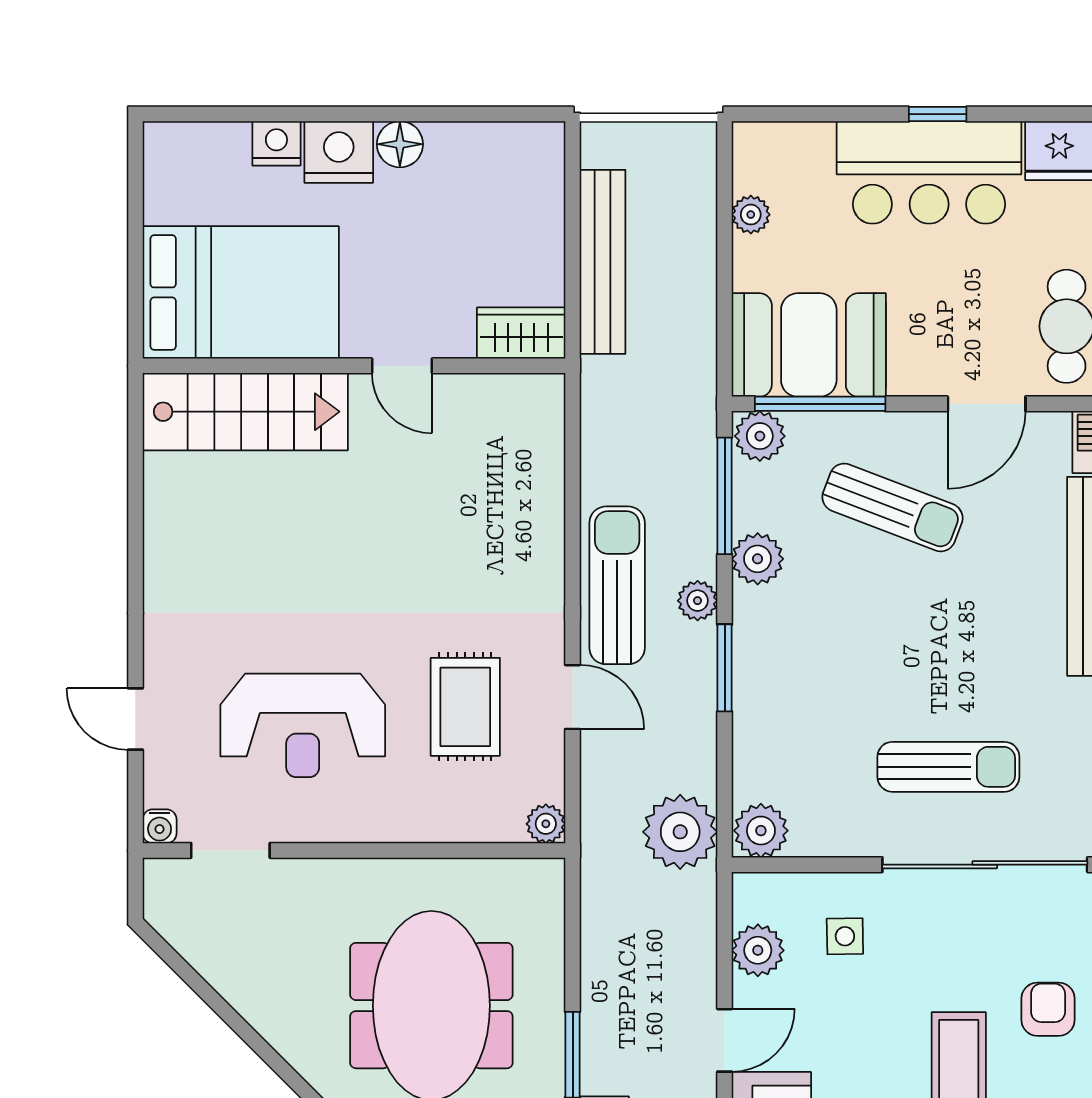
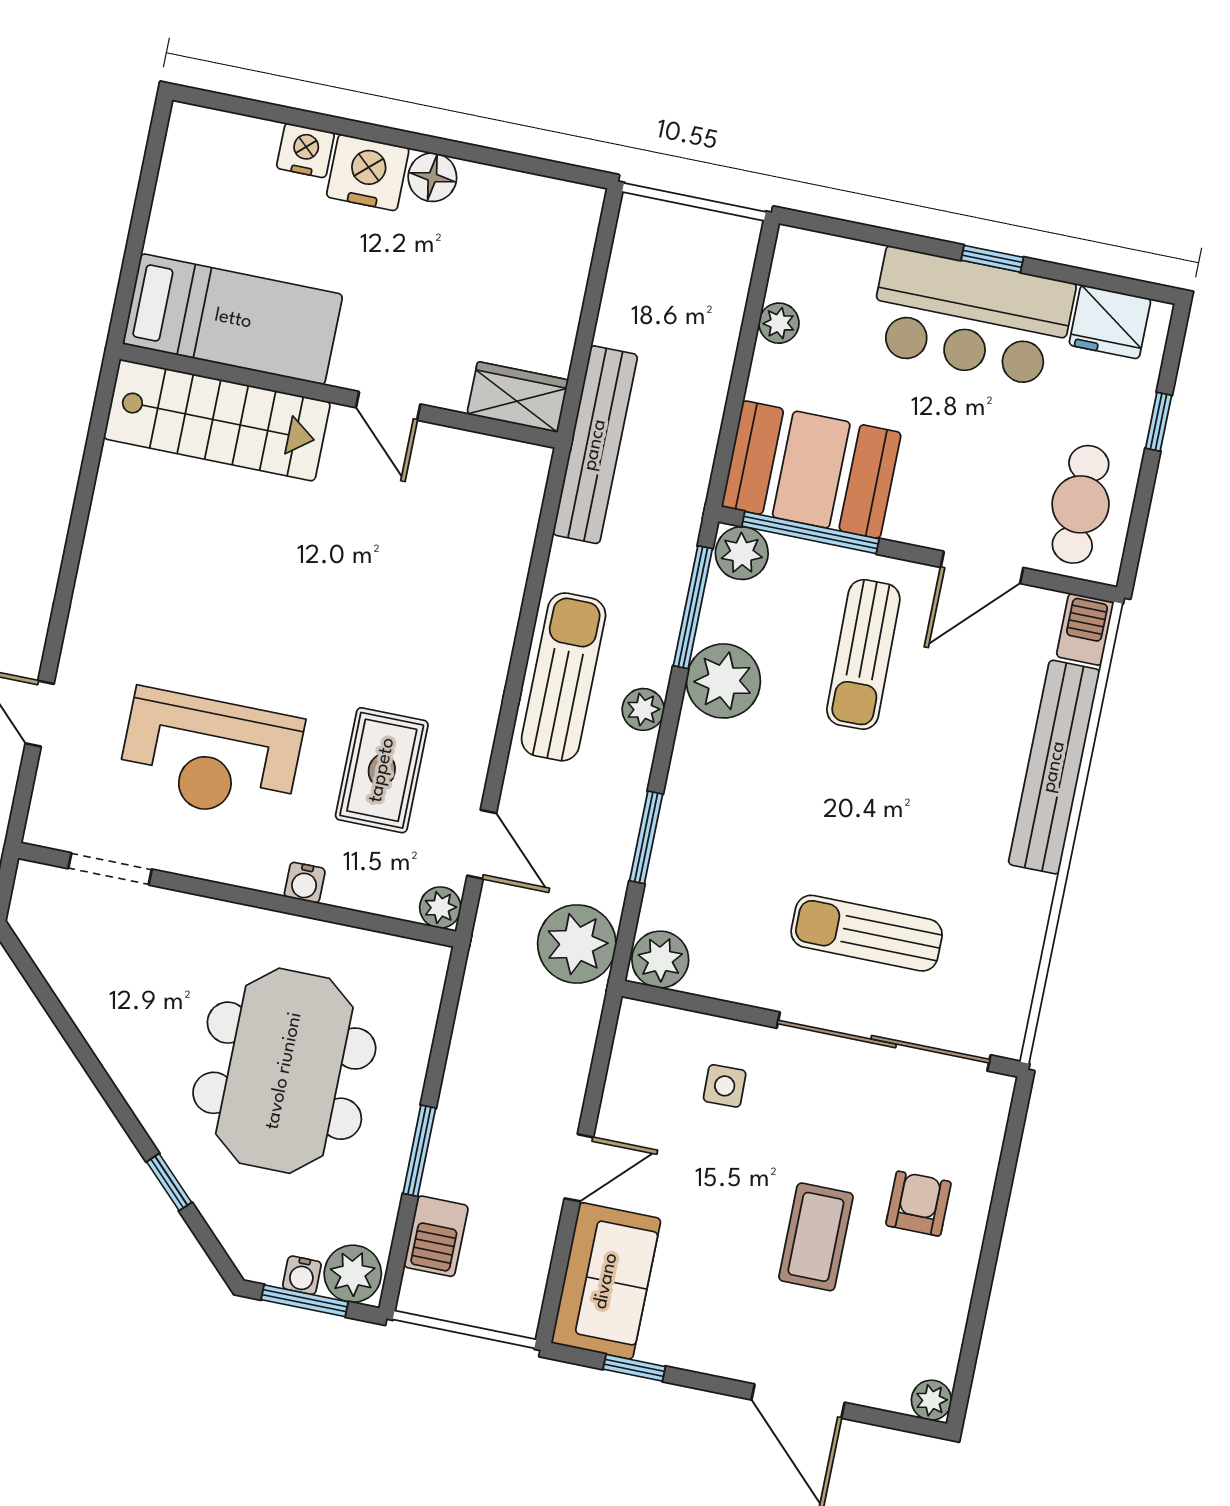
bench: (603, 262) -> (595, 445), moved
bed: (241, 292) -> (233, 319), width x0.67
sun lounger: (892, 508) -> (863, 654), turned 68
plant: (758, 559) -> (723, 681), width x1.36, depth x1.36
window: (725, 668) -> (646, 837), moved
door: (573, 697) -> (482, 844), moved
sun lounger: (948, 767) -> (867, 933), turned 180
water cooler: (160, 826) -> (305, 883), moved
plant: (758, 950) -> (632, 1082), removed

